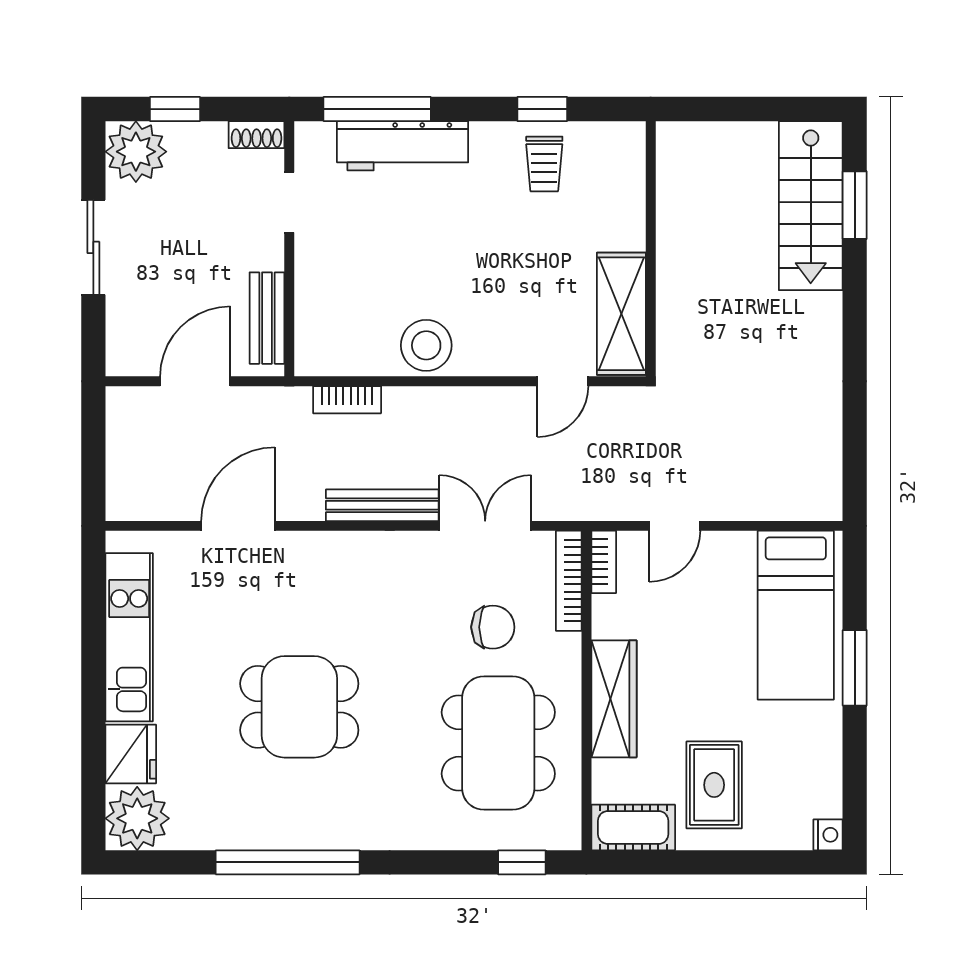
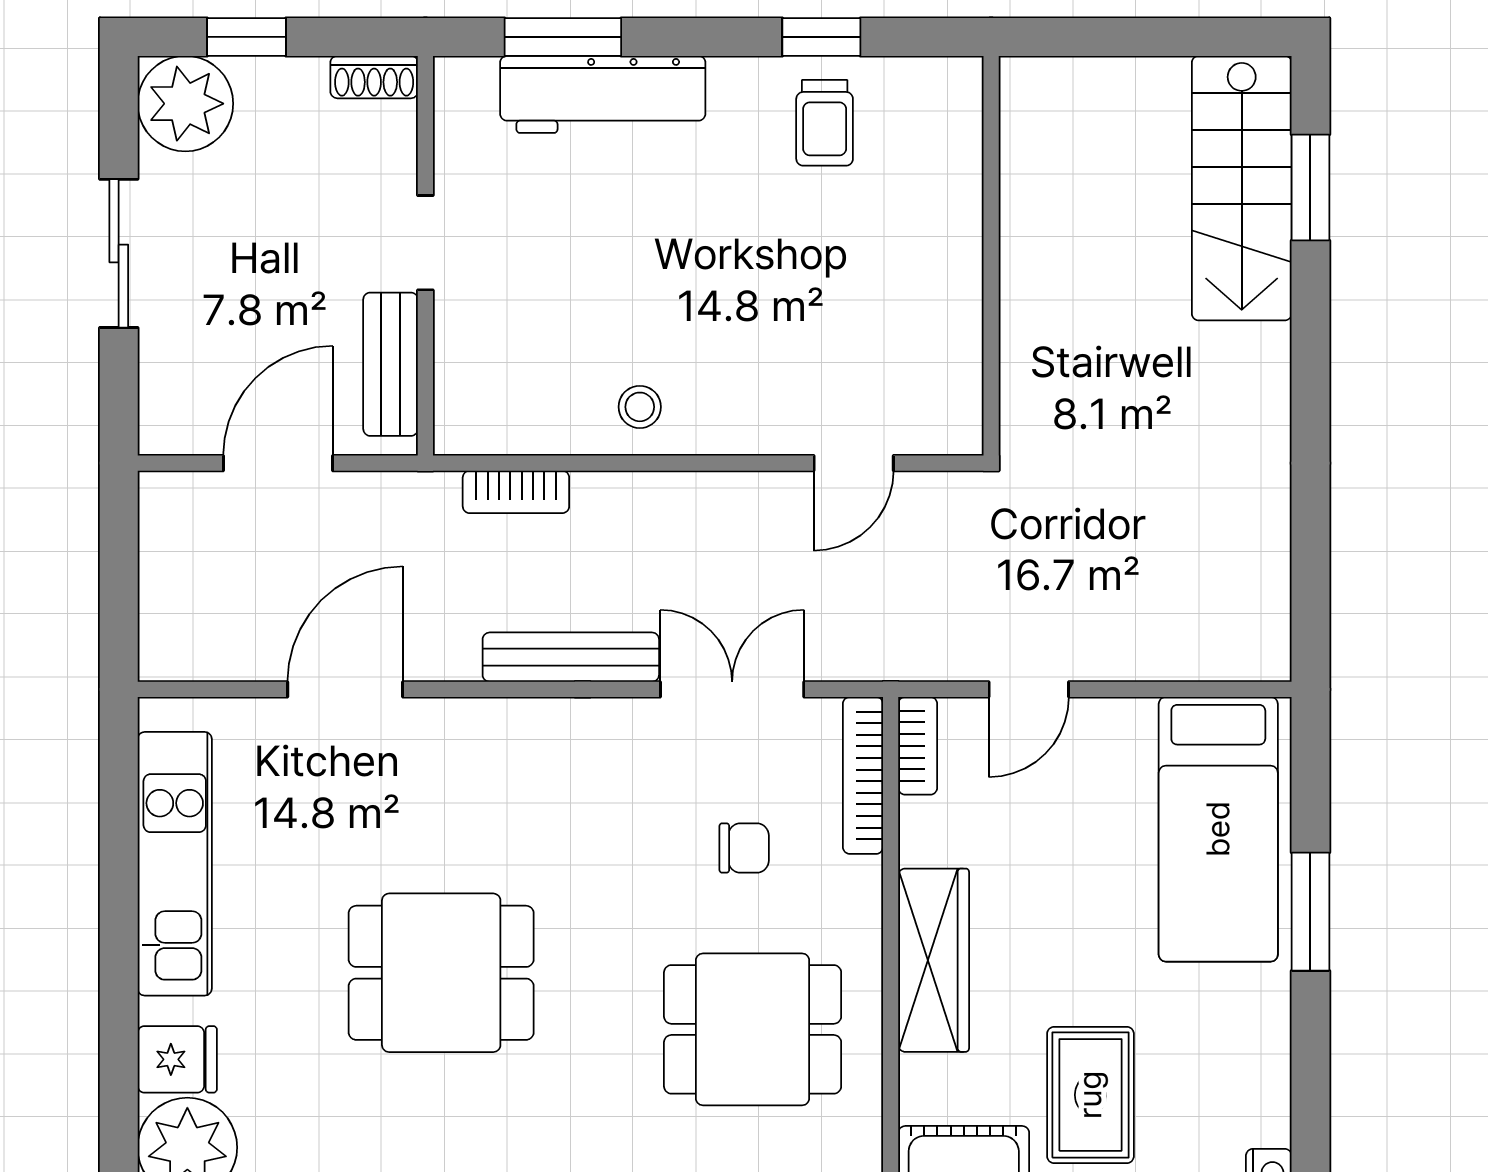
window: (377, 109) -> (563, 37), width x0.69
doorway: (289, 202) -> (425, 243), moved
shelving: (621, 314) -> (945, 357), removed
stool: (426, 345) -> (640, 407), width x0.53, depth x0.53
chair: (493, 627) -> (744, 848), width x0.73, depth x0.73
dining table: (498, 743) -> (753, 1029), width x0.73
fridge: (131, 754) -> (177, 1059), width x0.72

